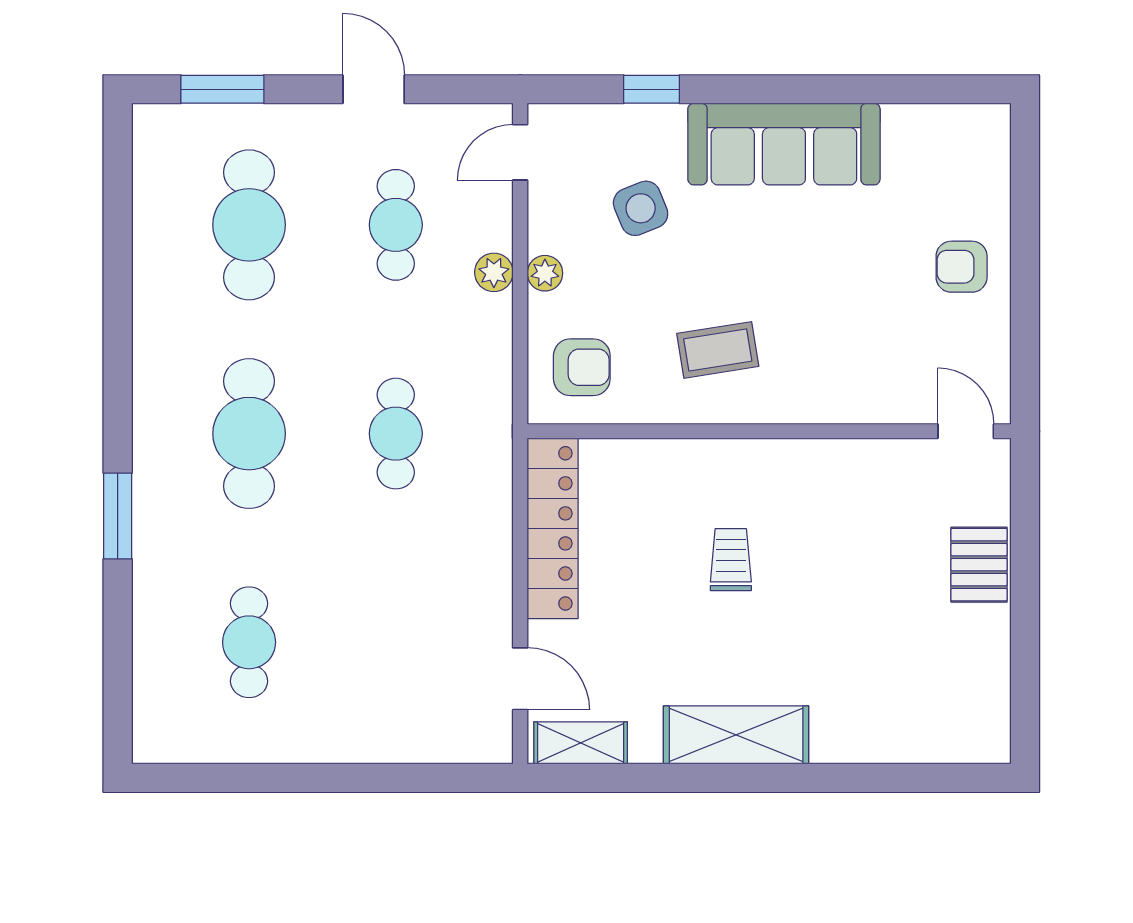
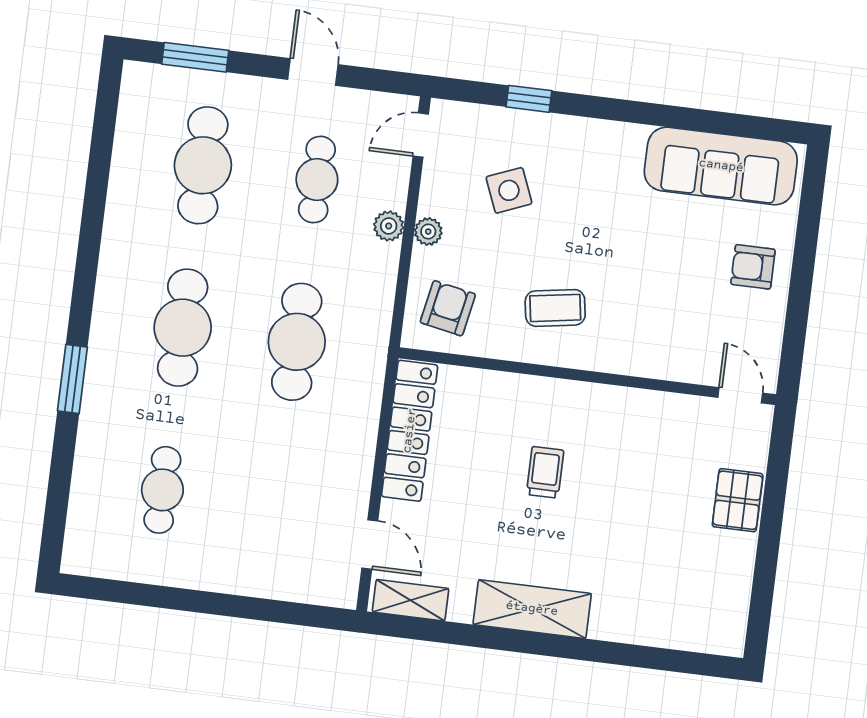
sofa: (784, 144) -> (721, 166), moved
armchair: (582, 367) -> (448, 308), turned -79
cafe table: (396, 434) -> (297, 342), width x1.37, depth x1.35

